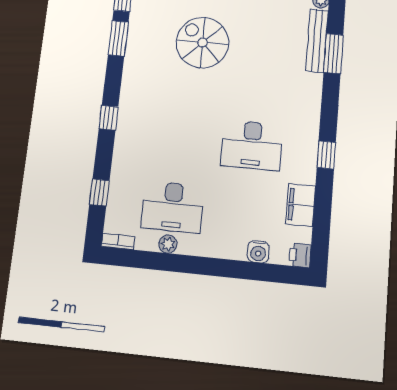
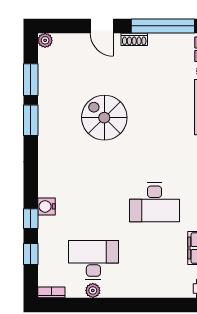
window: (109, 118) -> (31, 219), moved
desk: (173, 207) -> (93, 260), turned 180
water cooler: (258, 252) -> (46, 206), moved, turned 90

